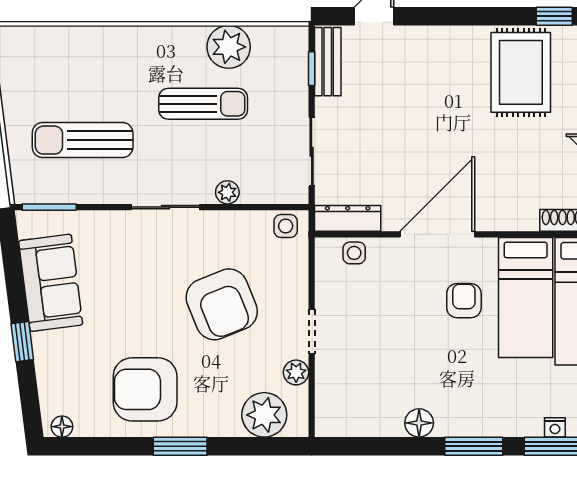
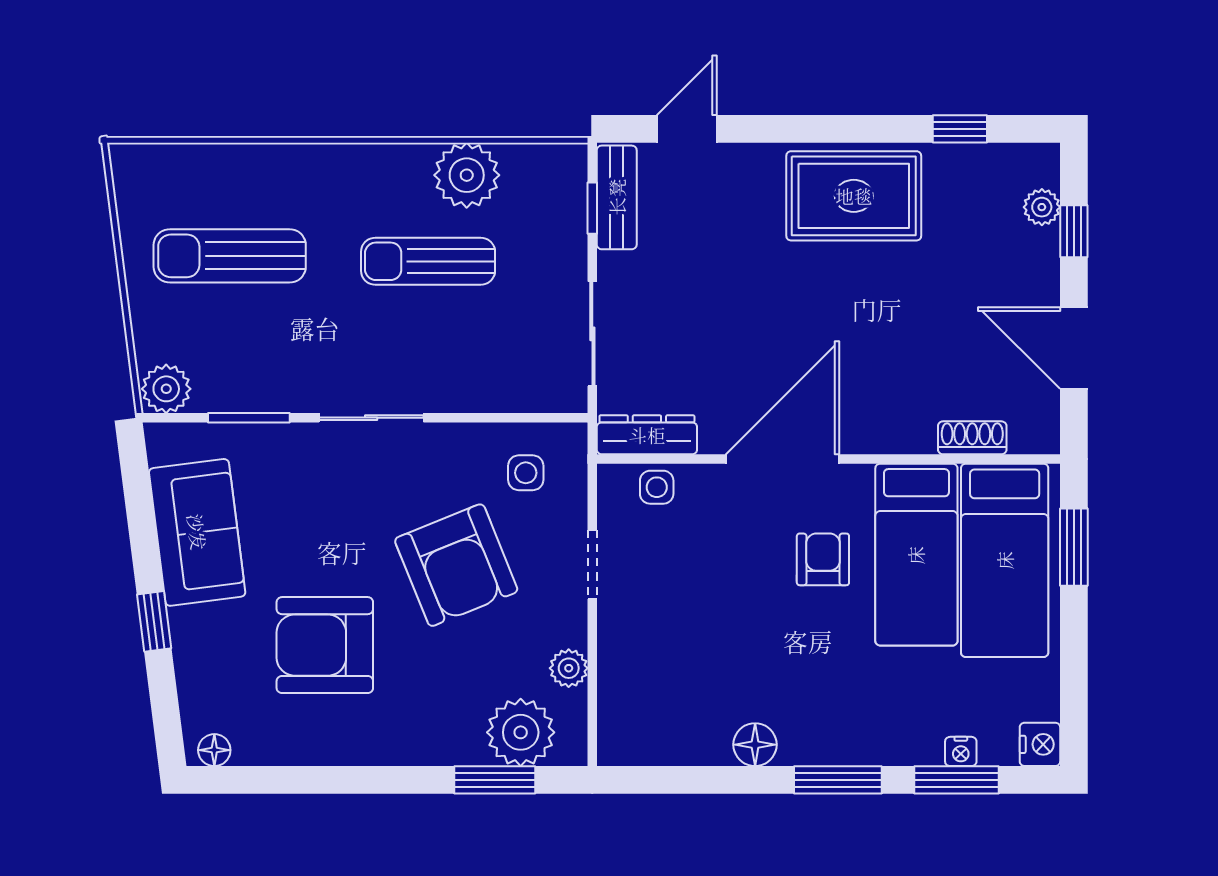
rug: (521, 72) -> (854, 196), moved, turned 90
sun lounger: (203, 104) -> (428, 261), turned 180
sun lounger: (83, 140) -> (230, 256), moved
plant: (227, 192) -> (166, 389), moved, width x1.38, depth x1.38
window: (49, 207) -> (249, 418), moved
side table: (286, 226) -> (526, 473), moved
doorway: (312, 332) -> (592, 565), moved
armchair: (145, 389) -> (325, 645), moved
window: (180, 446) -> (495, 780), moved

